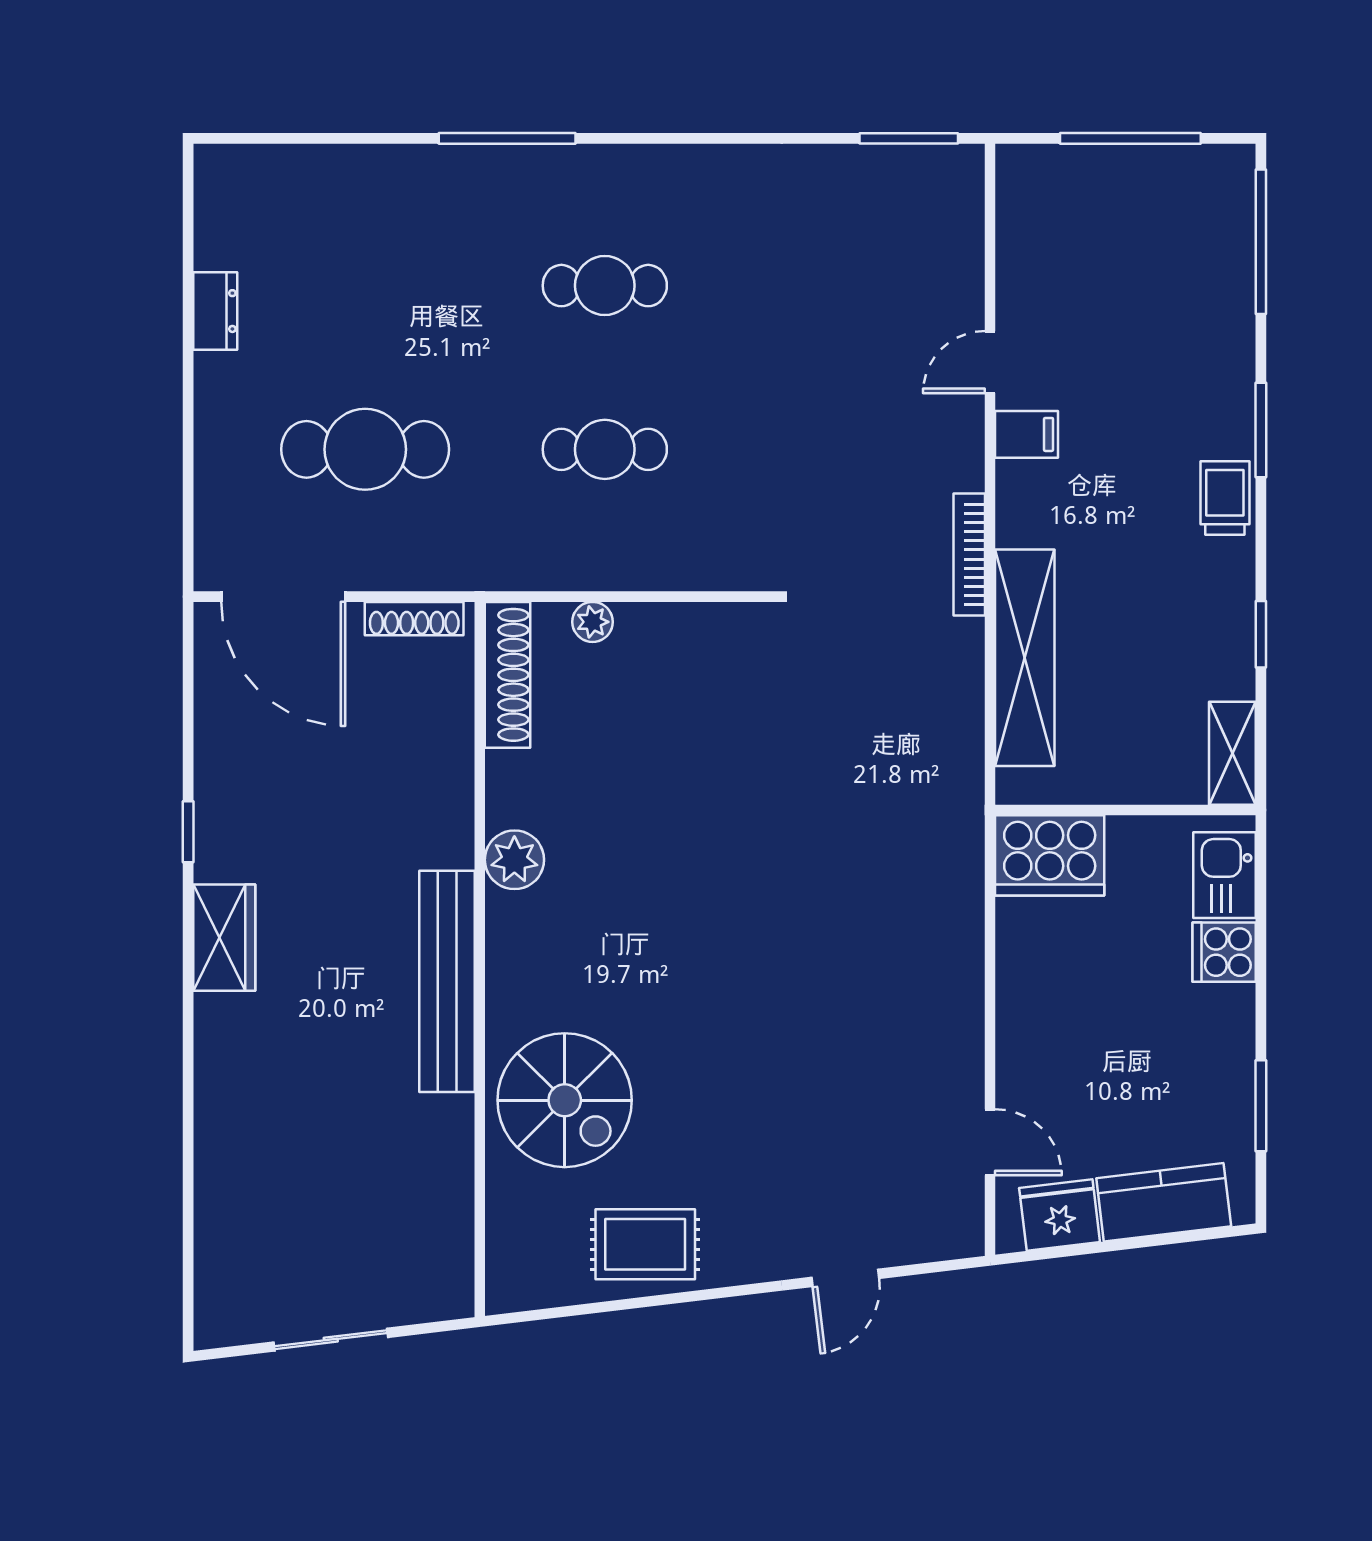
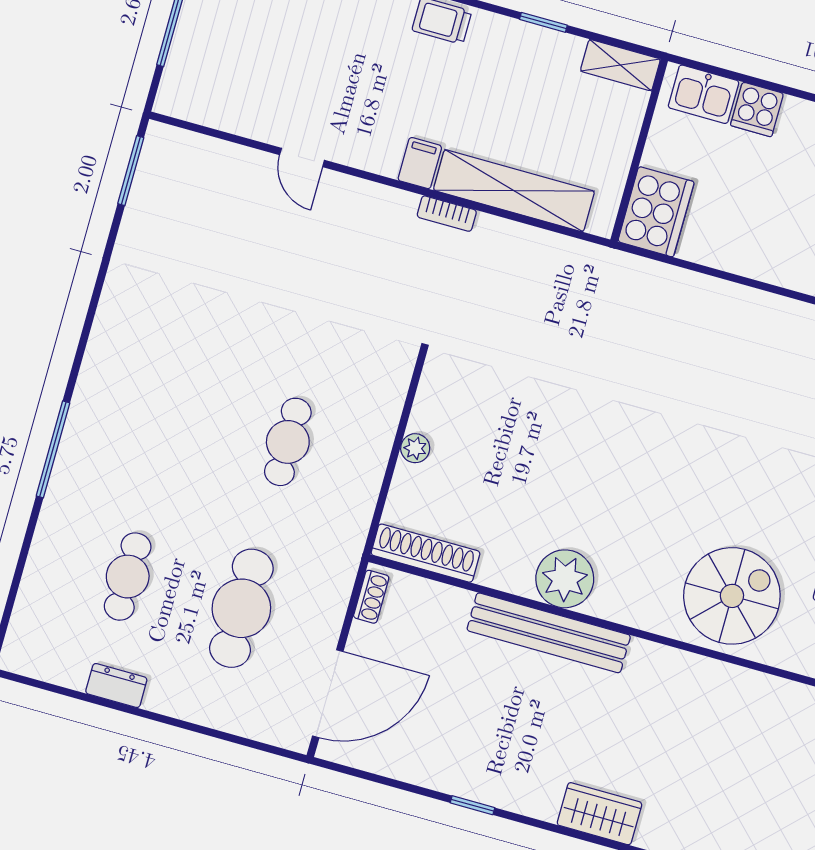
cafe table: (605, 286) -> (128, 577), moved
filing cabinet: (1027, 434) -> (420, 163), moved
bookcase: (969, 554) -> (447, 214), width x0.64
shoe rack: (414, 619) -> (371, 597), width x0.70
plant: (593, 622) -> (415, 448), moved
plant: (514, 860) -> (565, 579), width x1.36, depth x1.36
wardrobe: (224, 938) -> (599, 814), moved
bench: (447, 981) -> (549, 633), moved

